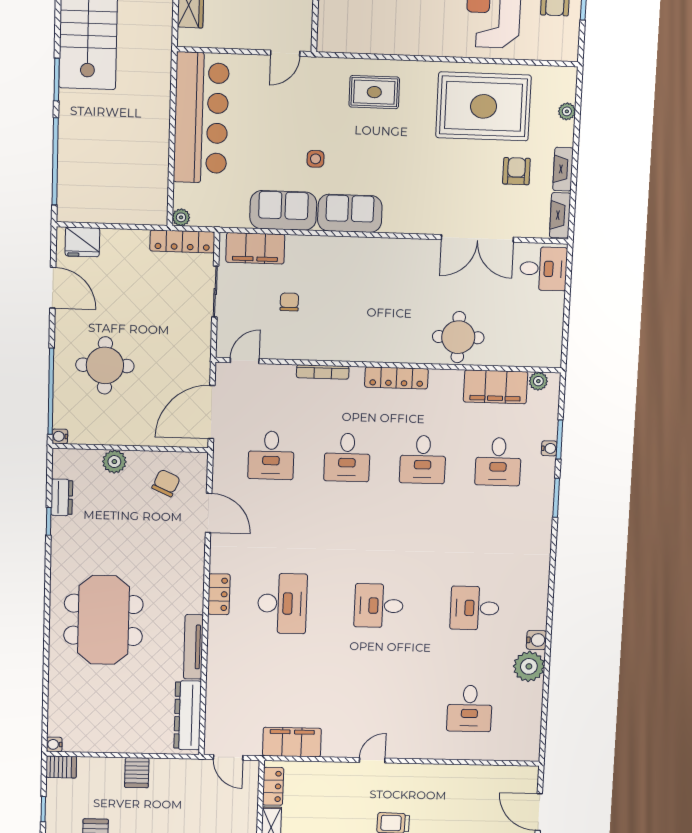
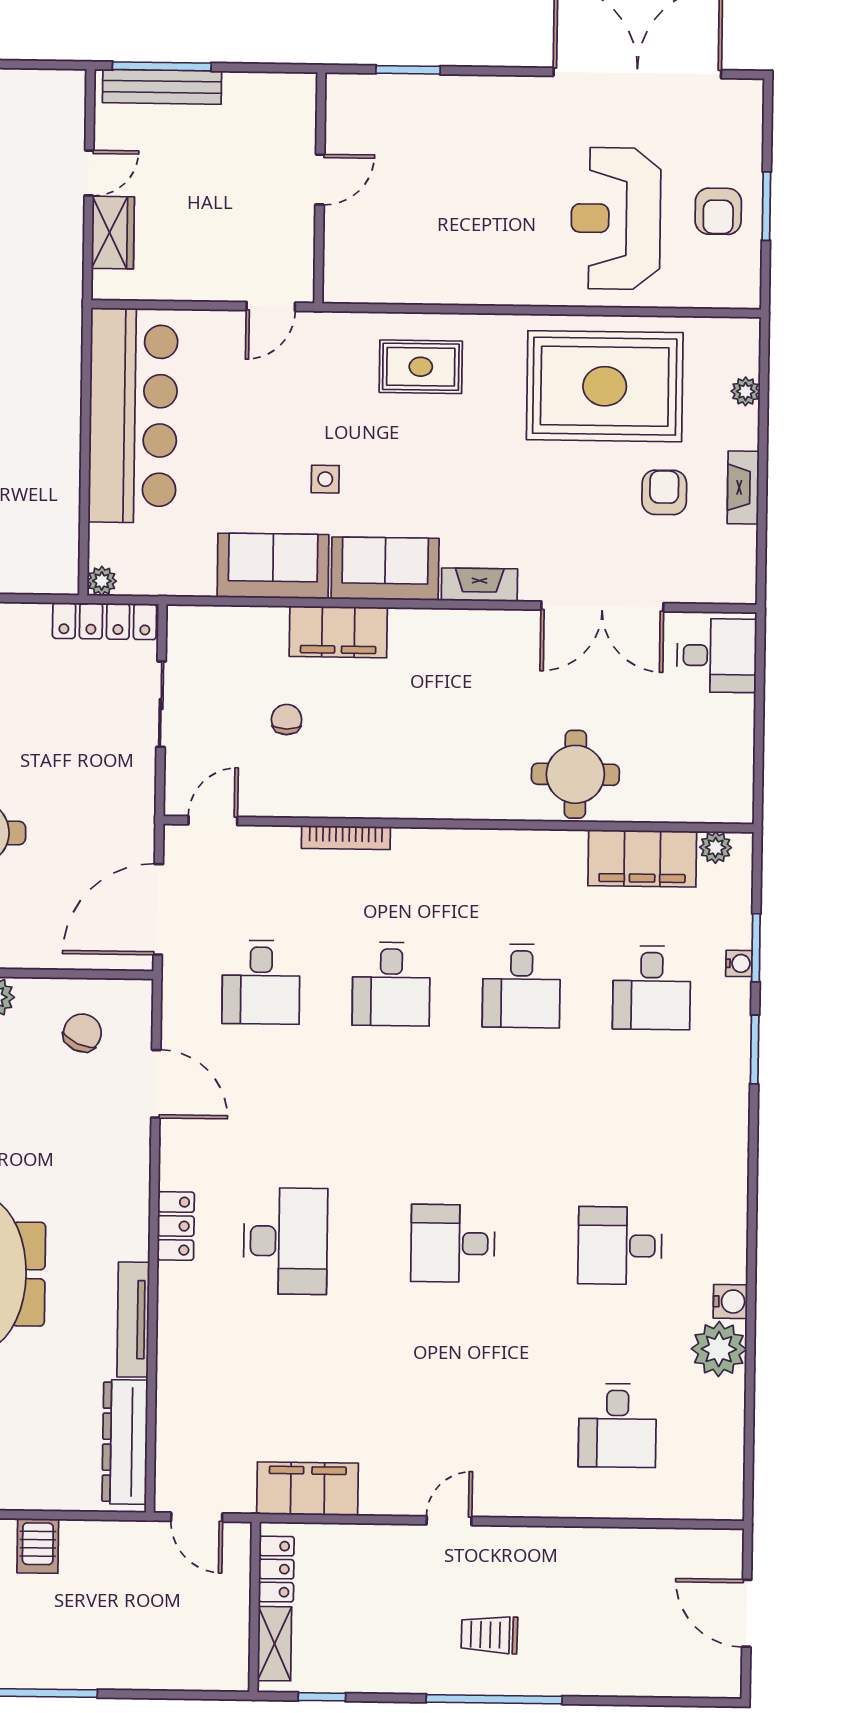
fireplace: (560, 215) -> (479, 585), moved, turned 90
filing cabinet: (255, 248) -> (338, 632), moved
locker: (396, 378) -> (472, 846), removed

